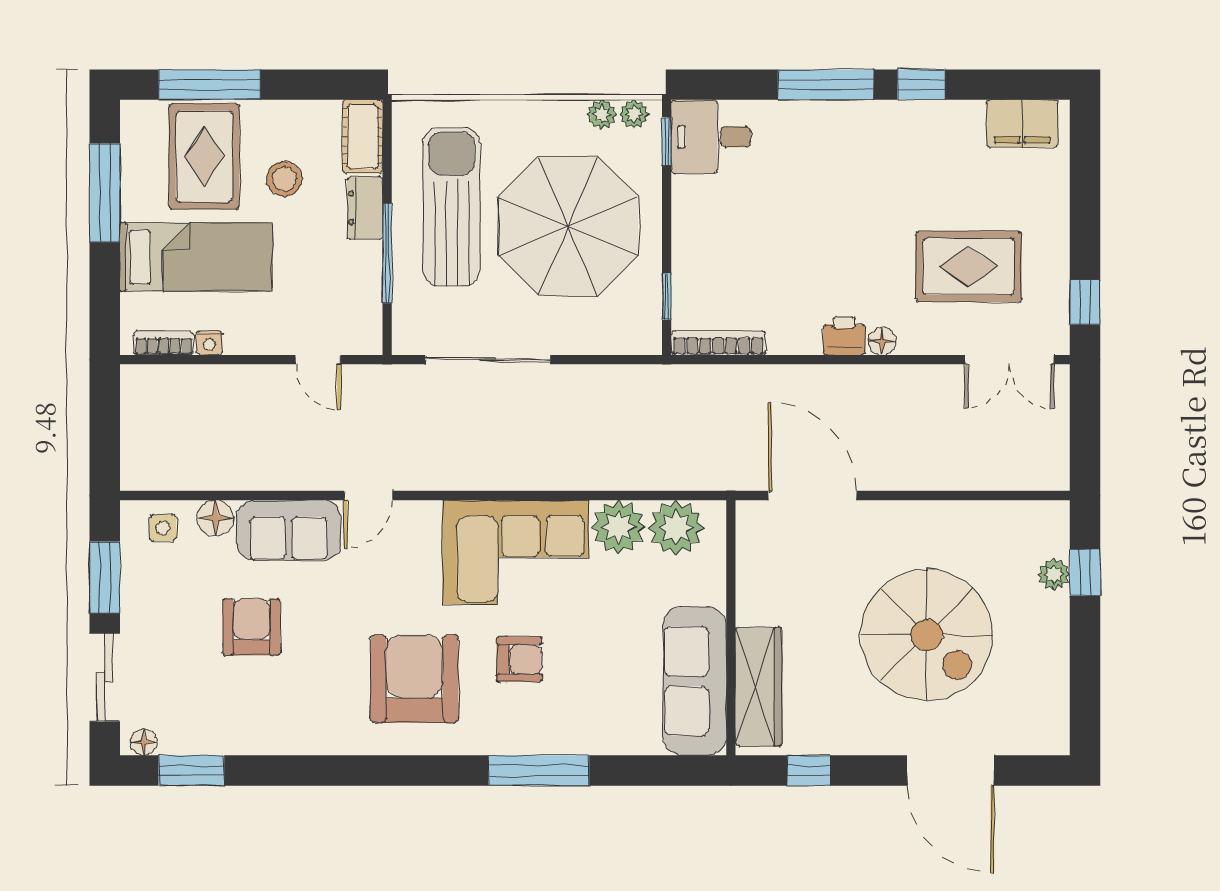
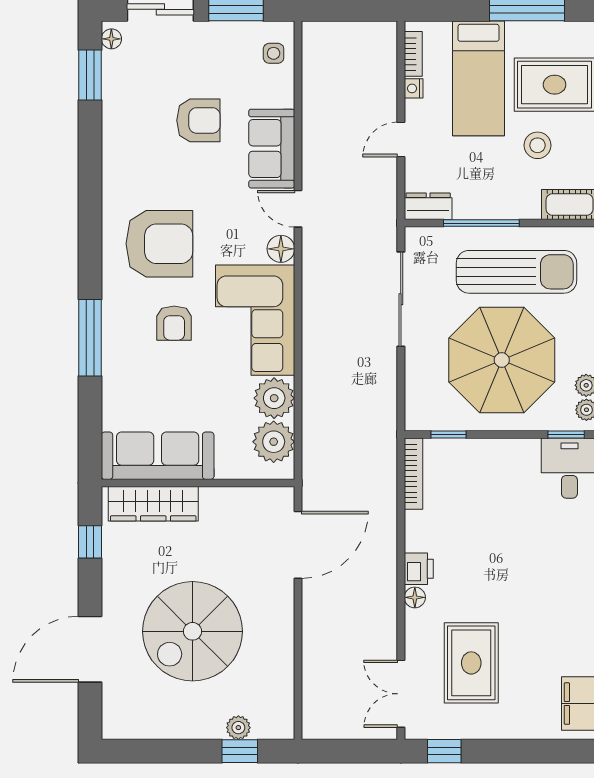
dresser: (365, 208) -> (428, 206), moved
door: (318, 360) -> (401, 139), moved
floor lamp: (215, 518) -> (281, 249), moved

